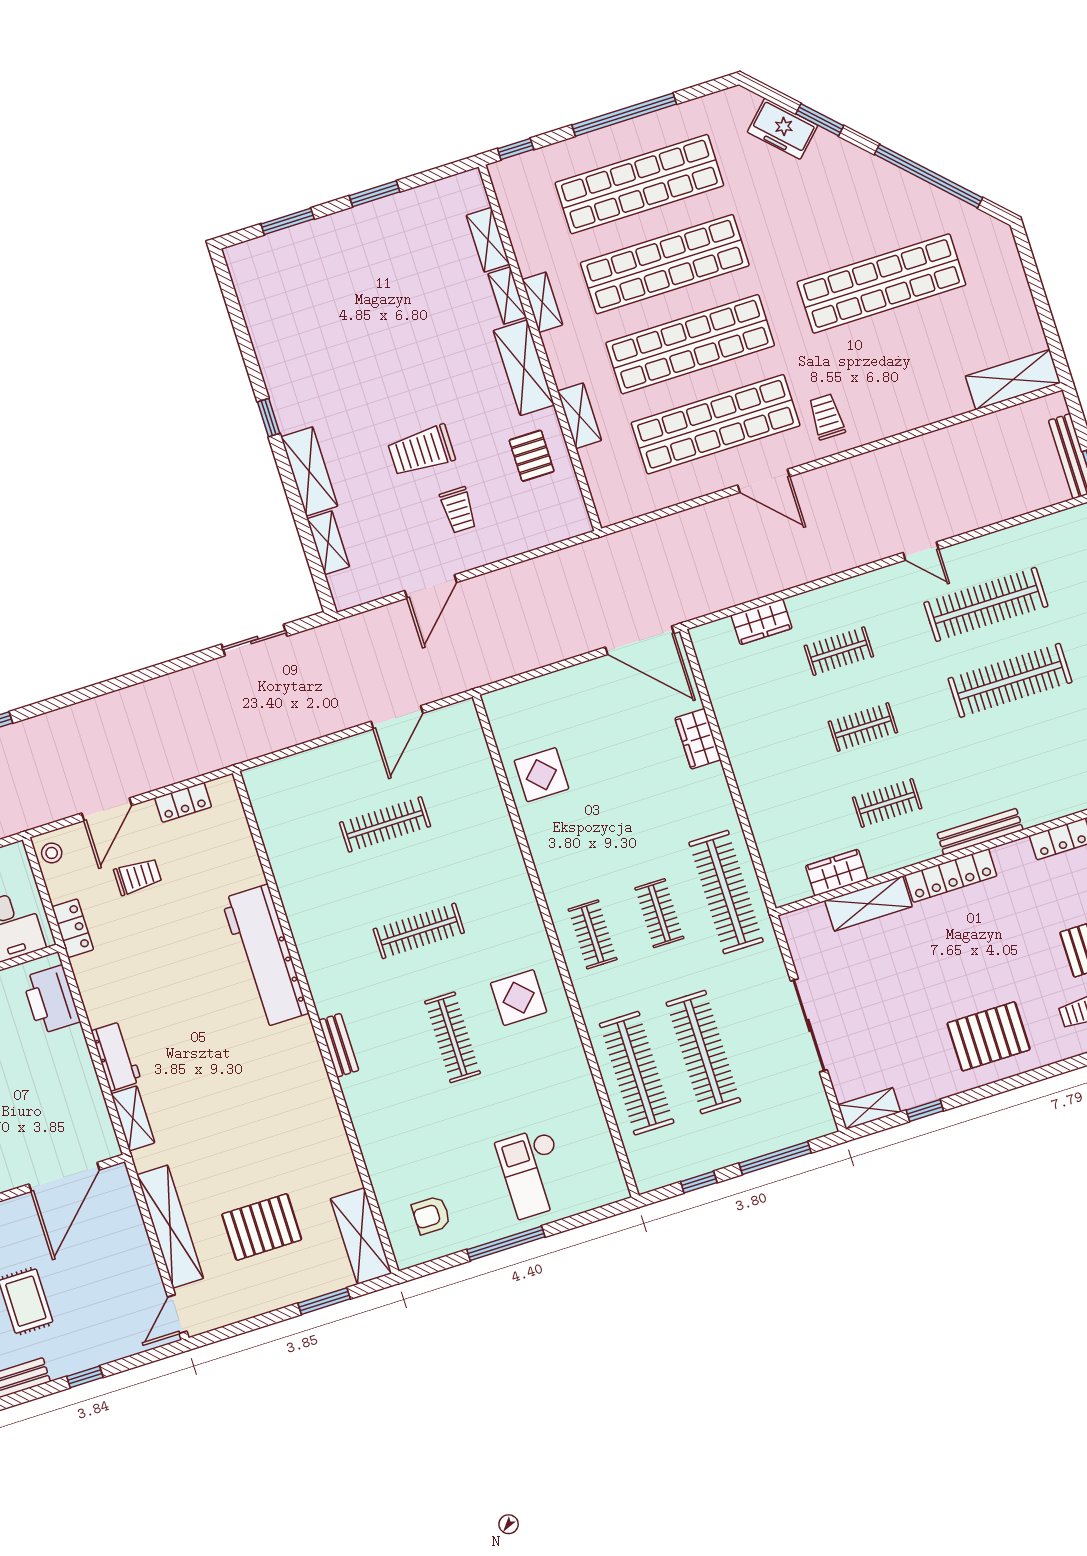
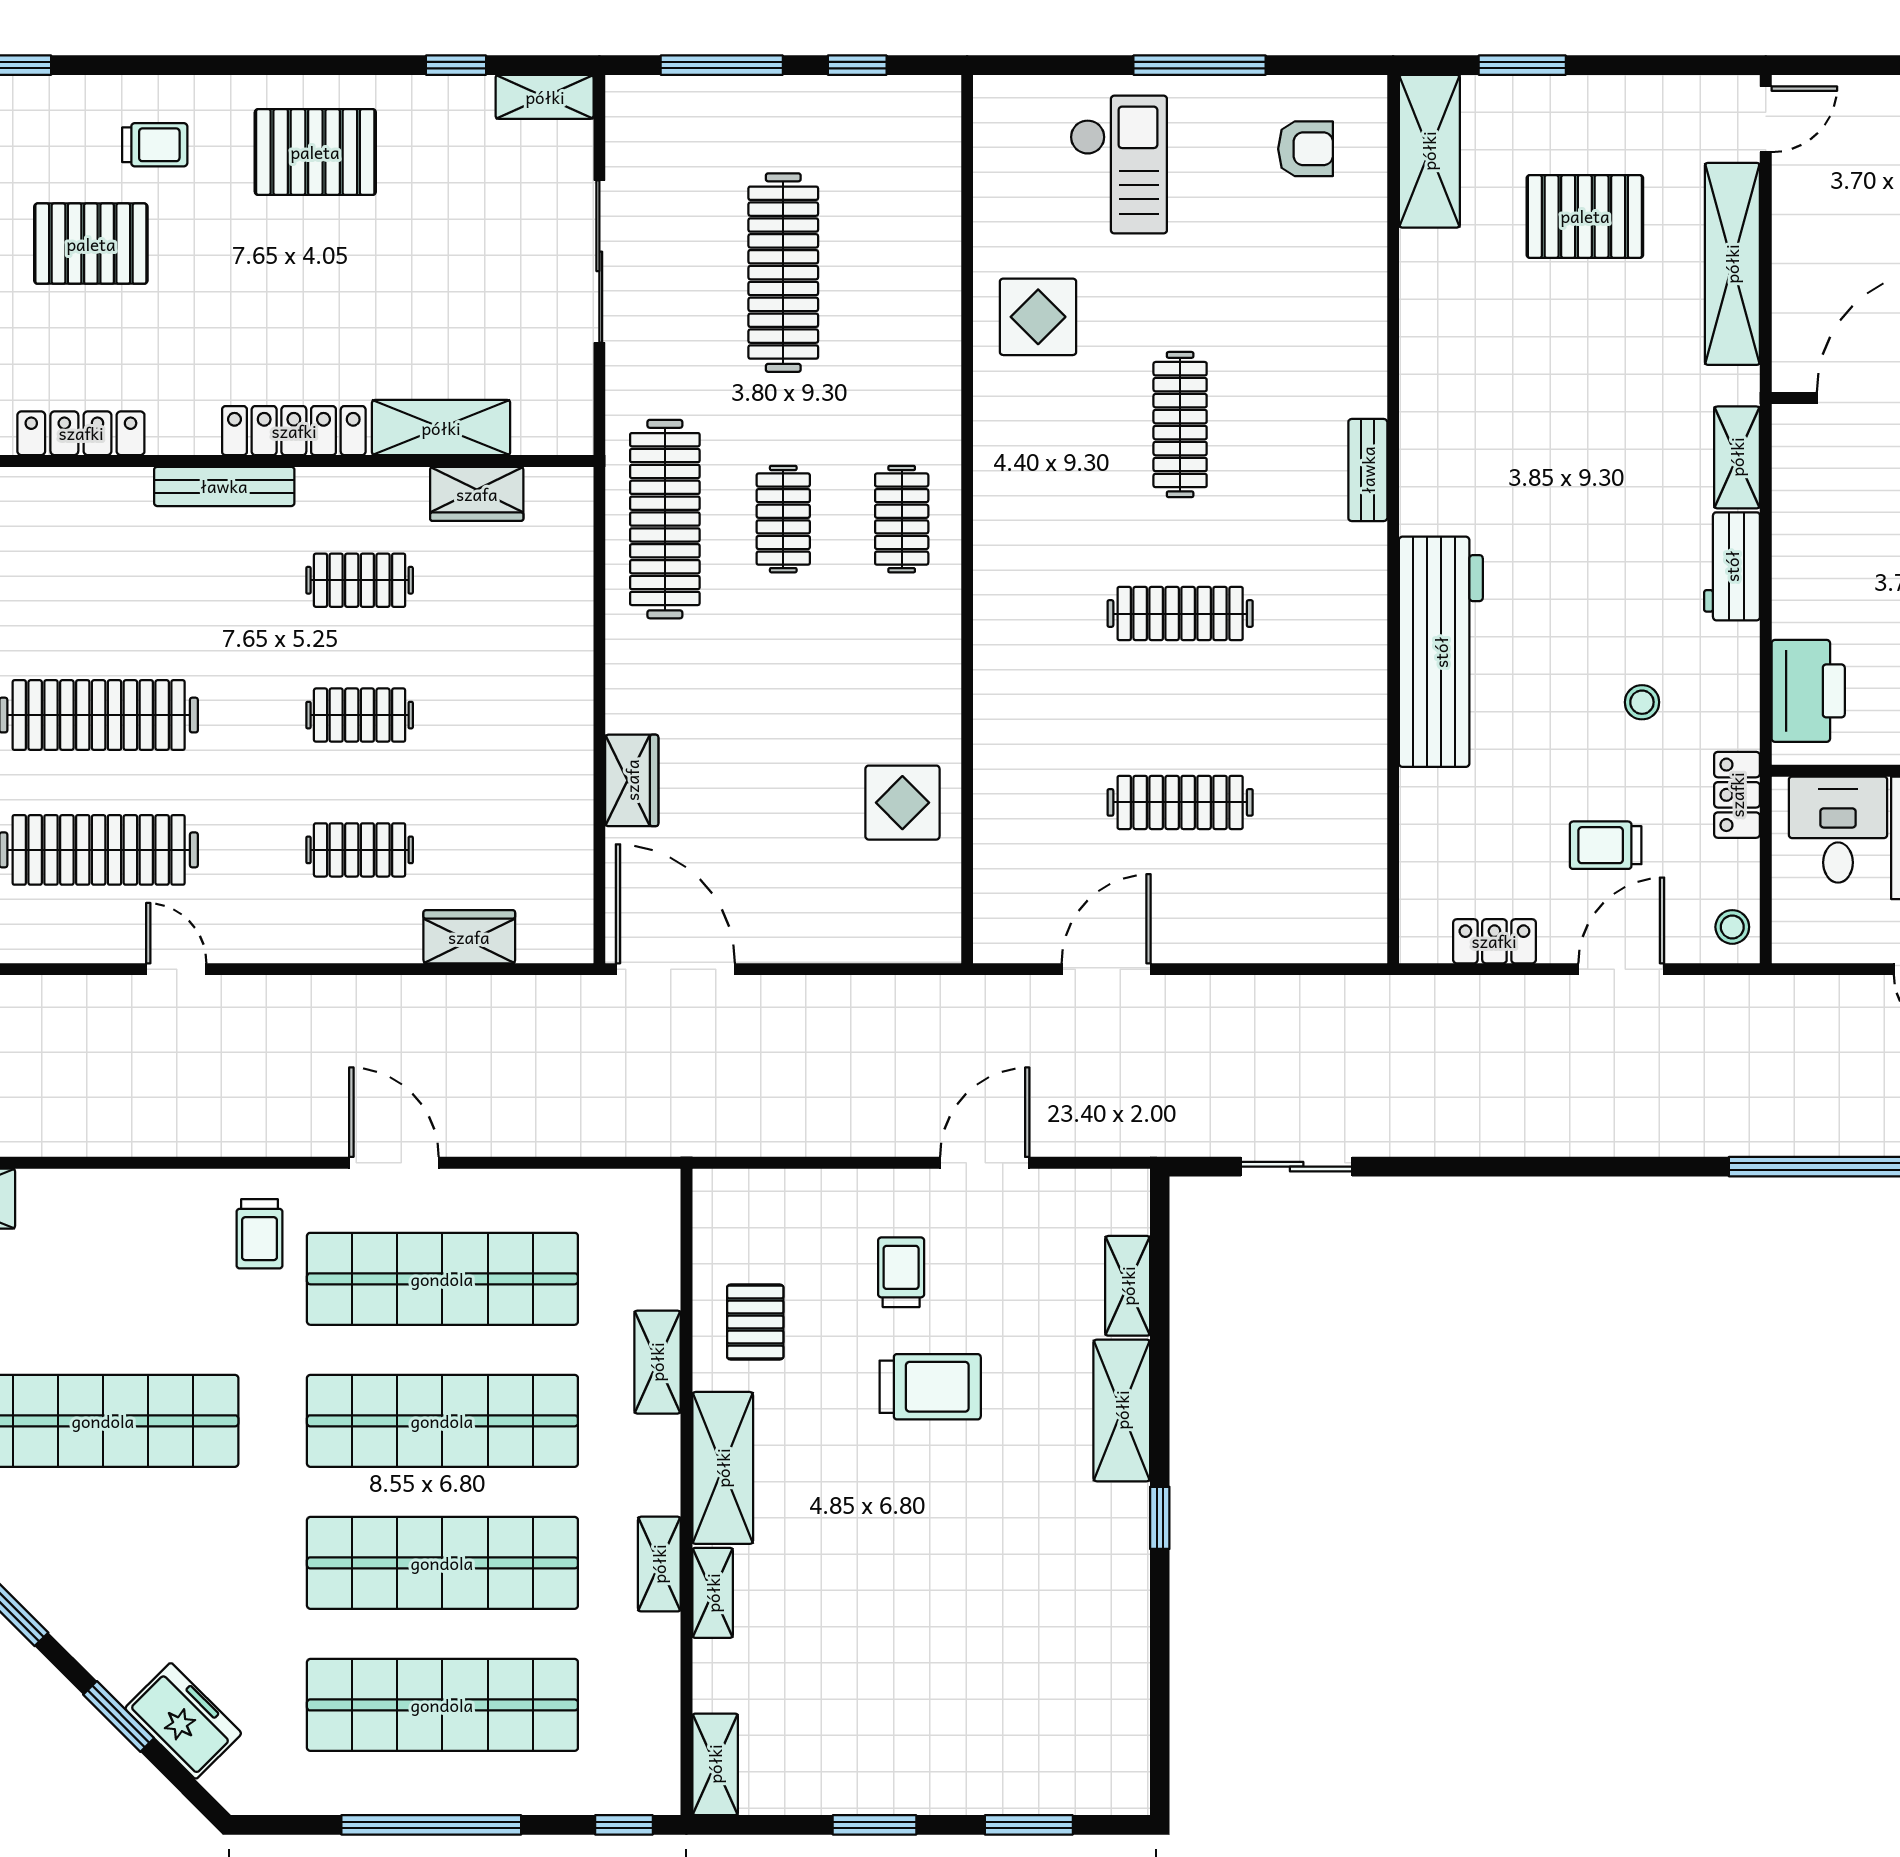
shelving: (488, 240) -> (715, 1764), moved
stool: (143, 963) -> (1642, 702), added
display table: (519, 998) -> (1038, 317), moved
clothes rail: (637, 1073) -> (902, 273), removed

